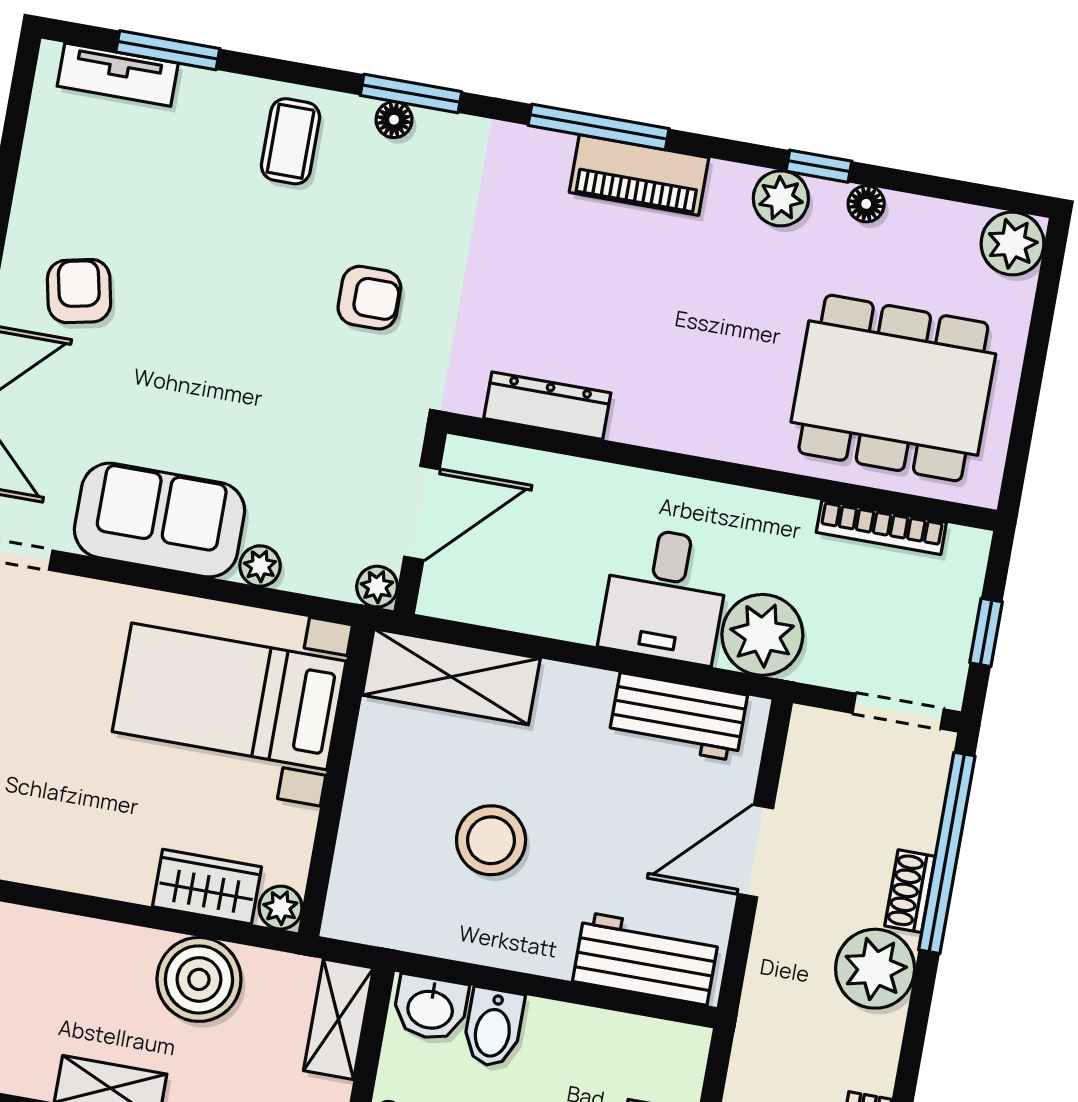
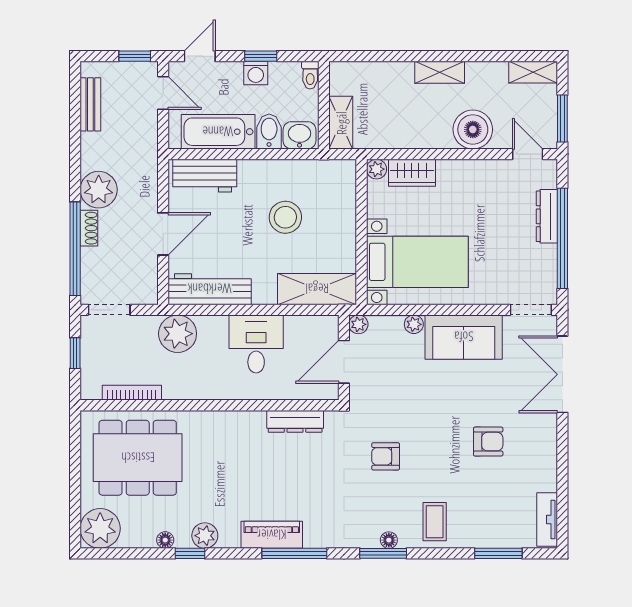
tv unit: (118, 75) -> (547, 520), moved, turned -90
plant: (1012, 244) -> (100, 528), width x1.36, depth x1.36
armchair: (79, 291) -> (488, 442), moved, turned -78
desk: (665, 595) -> (256, 344), moved
workbench: (678, 717) -> (210, 289), width x1.38
boiler: (199, 979) -> (473, 129), moved
bathtub: (601, 1046) -> (218, 132), added

